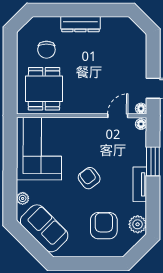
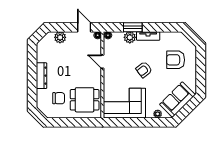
plant: (138, 52) -> (60, 37), added
door: (118, 116) -> (102, 62), moved
plant: (138, 224) -> (130, 37), moved

